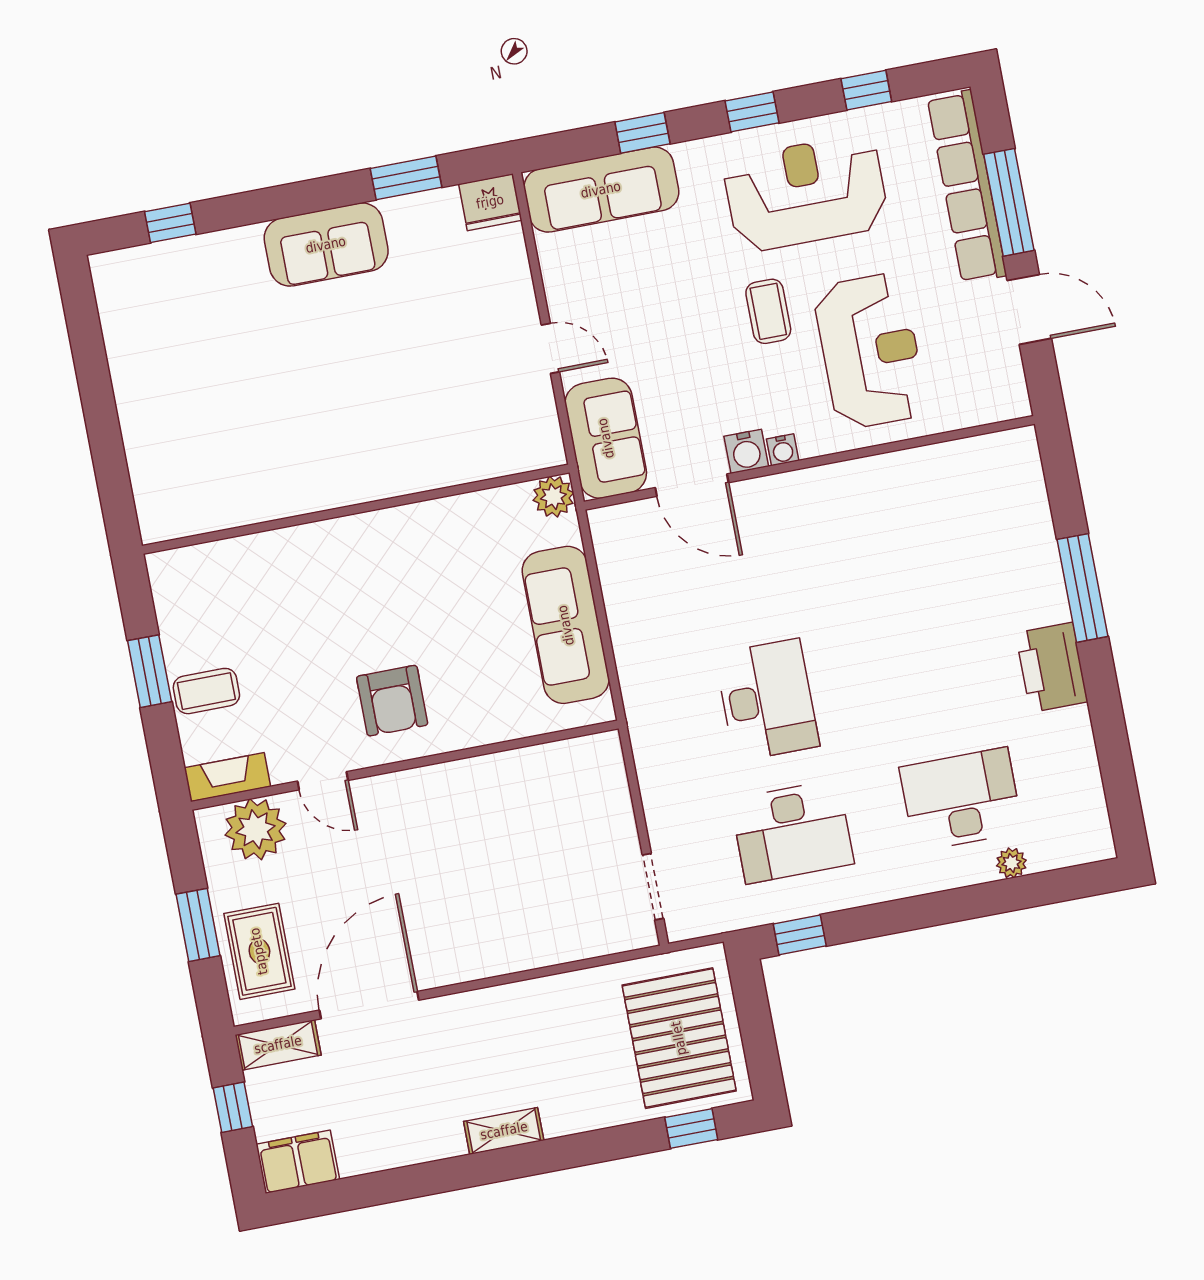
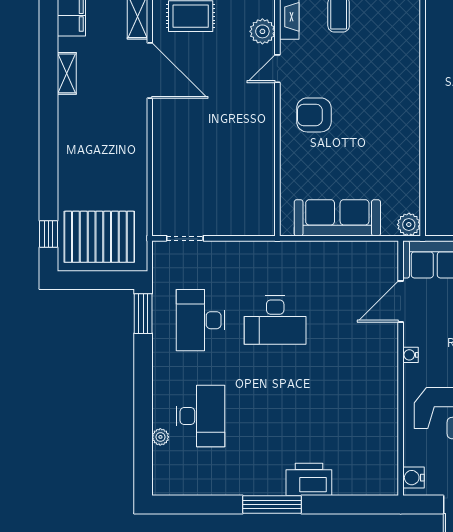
water cooler: (746, 451) -> (413, 478), moved
window: (1082, 588) -> (272, 505), moved
printer: (1052, 667) -> (309, 479), moved
plant: (256, 829) -> (262, 31), width x0.73, depth x0.73
window: (800, 935) -> (143, 314), width x1.50
shelving: (504, 1131) -> (67, 73), moved

